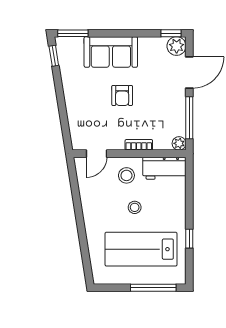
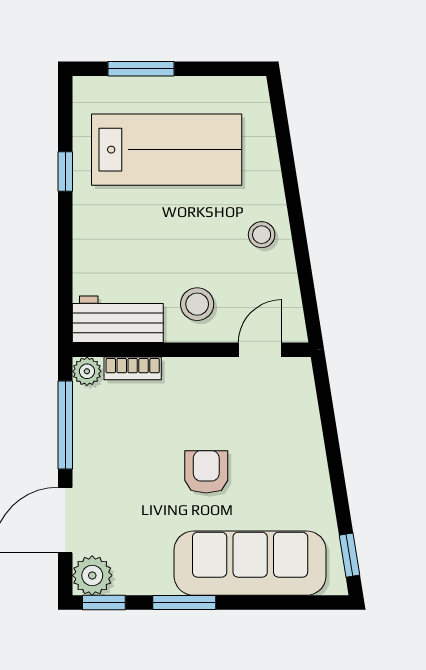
window: (73, 33) -> (184, 602), moved
sofa: (111, 52) -> (250, 563), width x1.36
bookcase: (139, 145) -> (133, 368), moved
stool: (135, 207) -> (262, 235), moved
window: (153, 288) -> (141, 69), width x0.69

